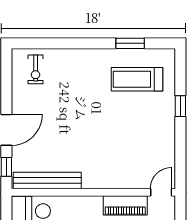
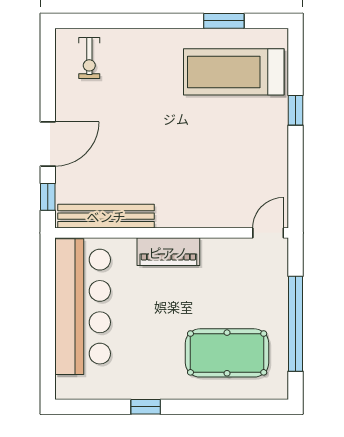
treadmill: (137, 79) -> (234, 72), width x1.37, depth x1.38
piano: (125, 205) -> (168, 252), moved

